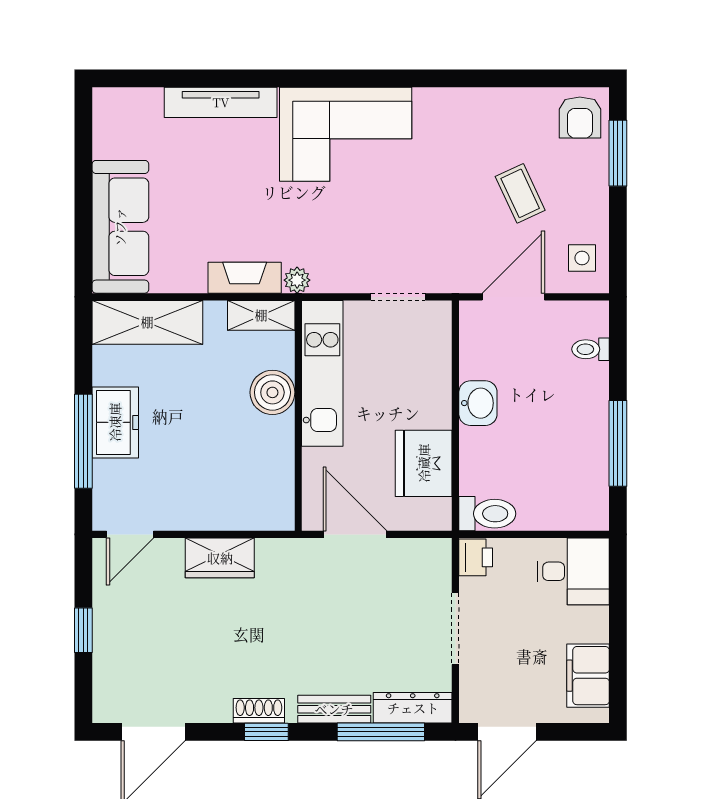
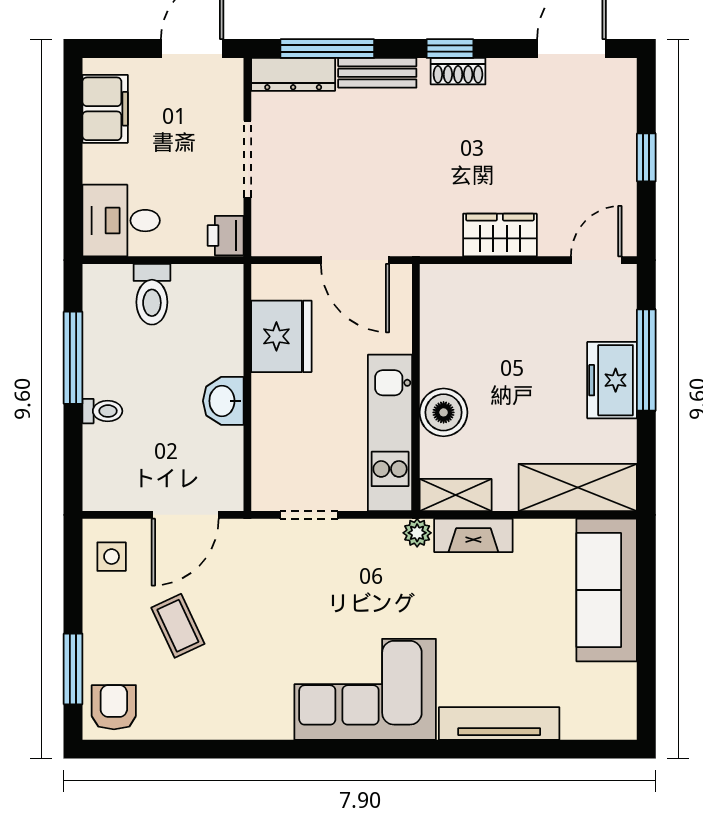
toilet: (591, 349) -> (102, 411), moved
toilet: (487, 514) -> (152, 294), moved, turned -90

